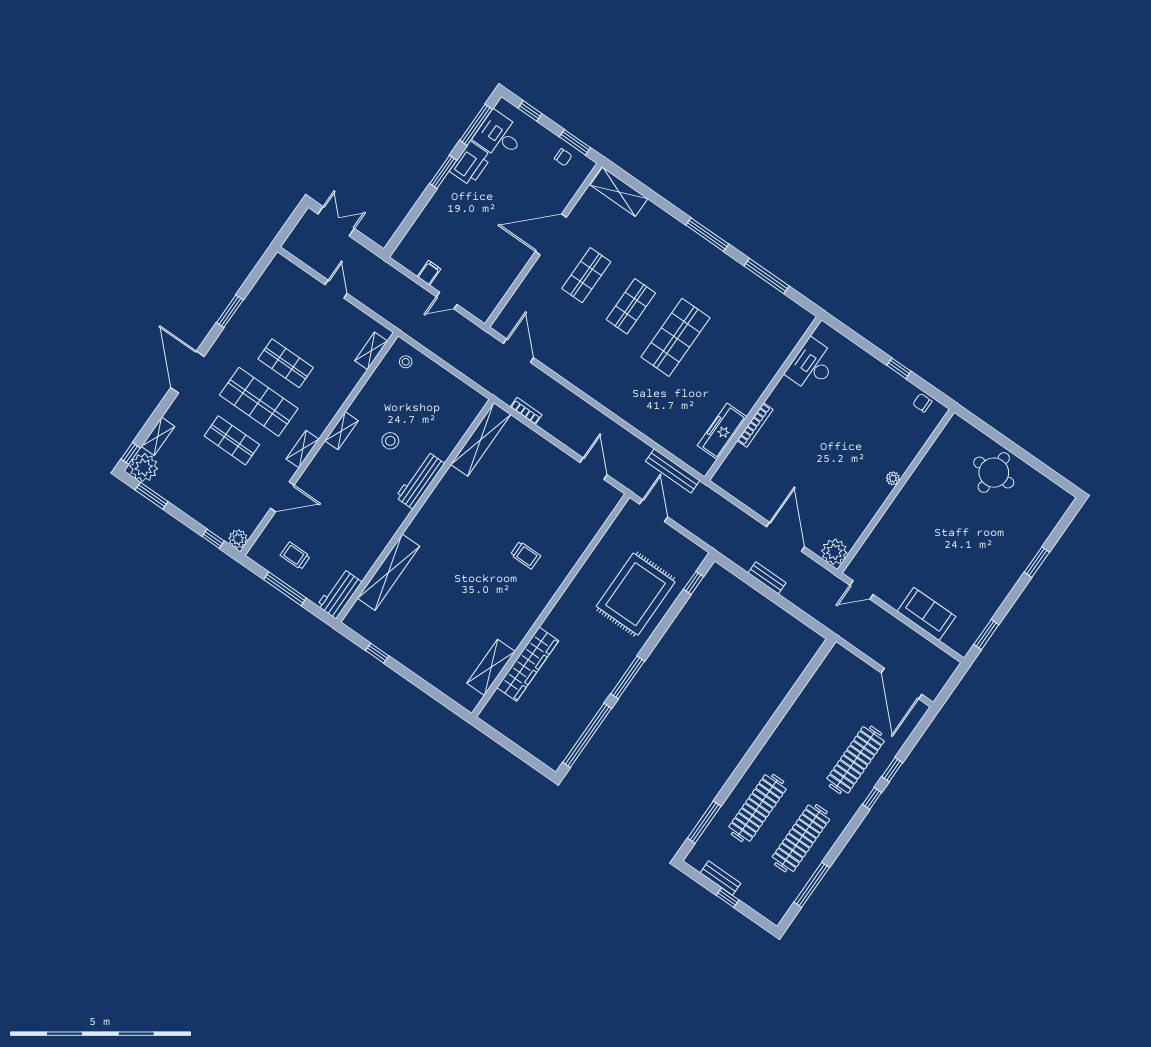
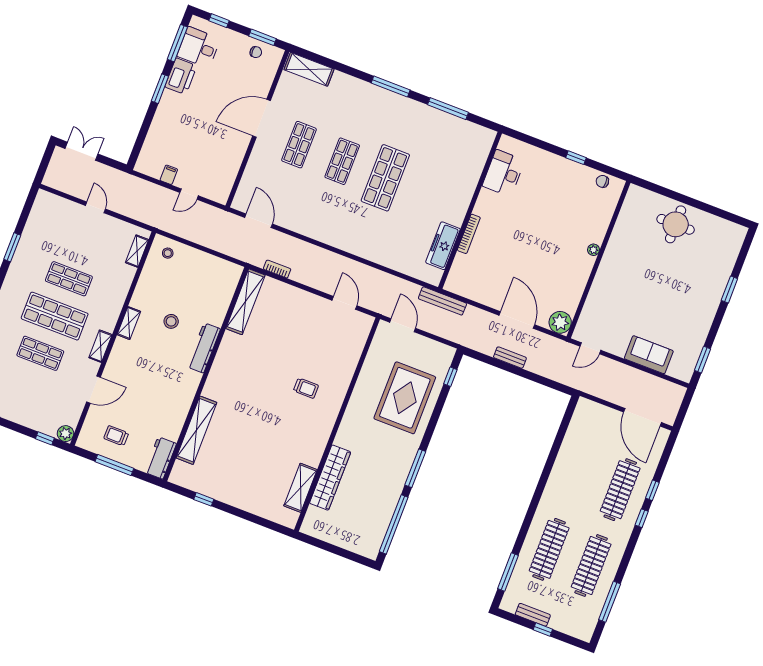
bench: (673, 471) -> (442, 301), moved

